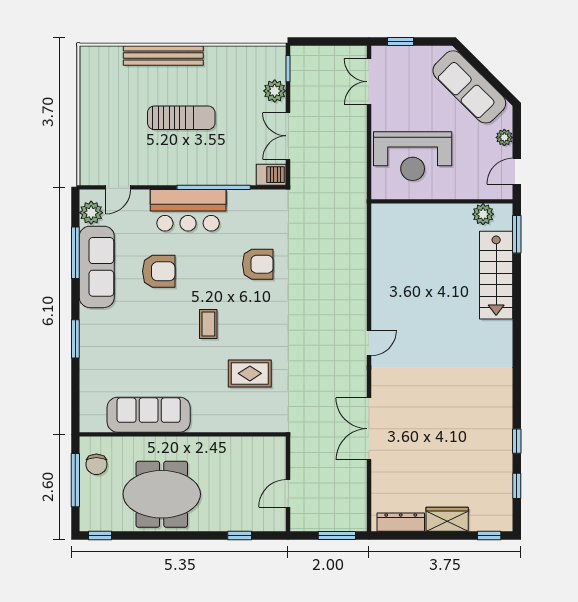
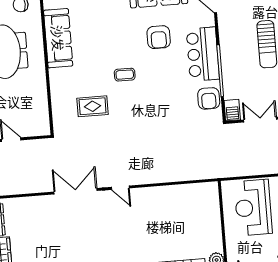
armchair: (258, 264) -> (209, 98), moved
rug: (250, 373) -> (93, 106), turned 90
double door: (369, 429) -> (76, 191), moved

